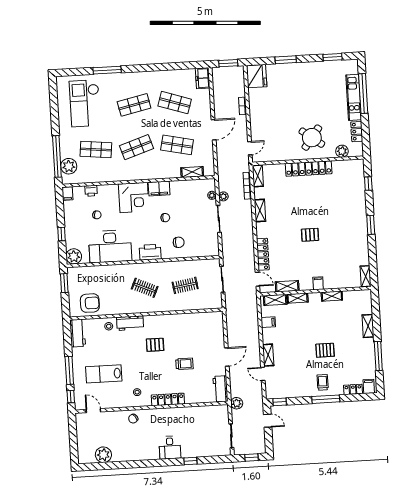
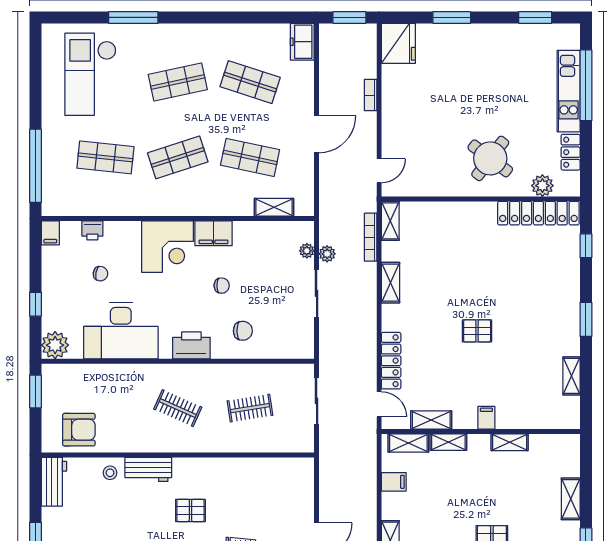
plant: (69, 166) -> (55, 184), removed
locker: (309, 169) -> (538, 213), moved
shelving: (366, 276) -> (572, 376), moved

